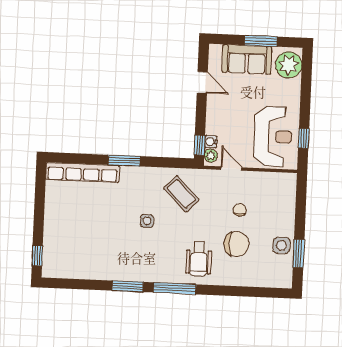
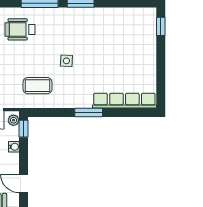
water cooler: (211, 142) -> (14, 147), moved
coffee table: (181, 194) -> (37, 86), turned -45
wheelchair: (199, 259) -> (20, 29), turned -90

